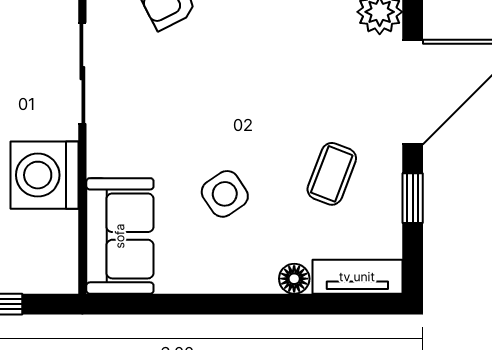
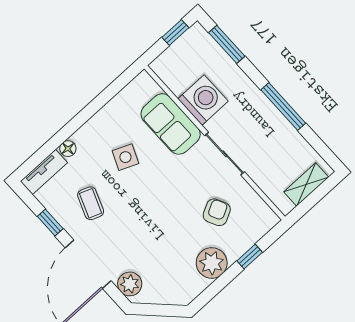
side table: (225, 194) -> (125, 157), turned -33
sofa: (120, 236) -> (171, 124), moved

